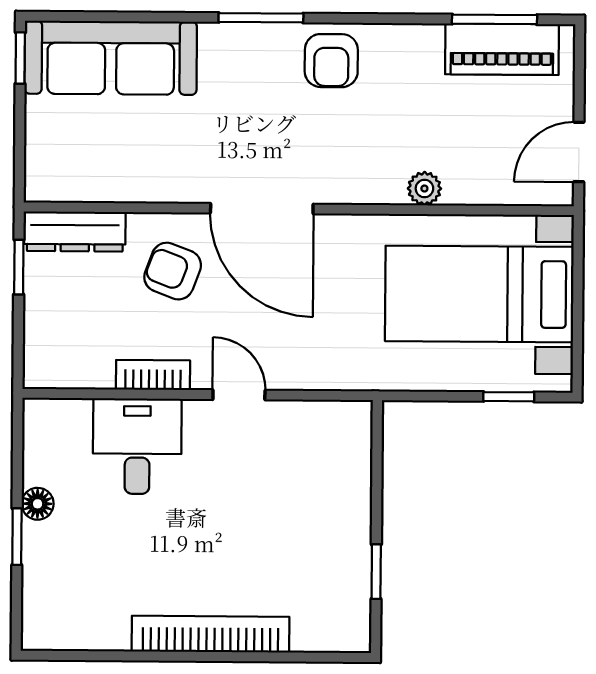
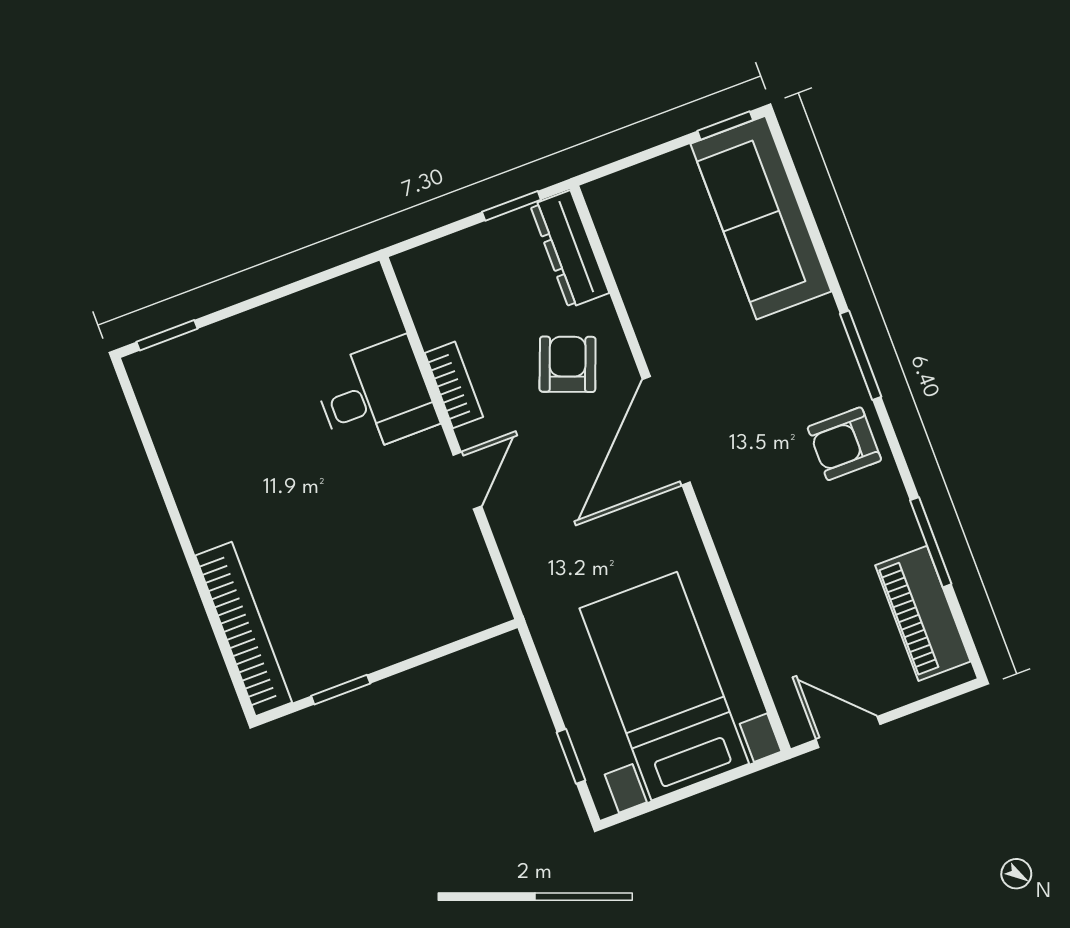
window: (495, 19) -> (931, 542), moved
plant: (424, 188) -> (750, 589), removed
floor lamp: (38, 504) -> (277, 318), removed
window: (17, 537) -> (167, 335), moved
bookcase: (211, 634) -> (244, 629), moved

